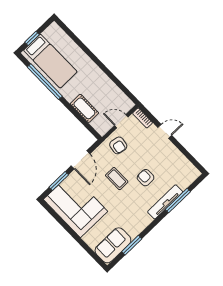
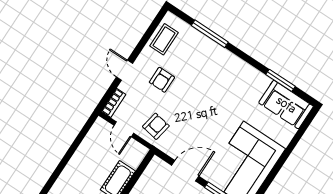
armchair: (146, 178) -> (162, 80), moved
coffee table: (117, 179) -> (164, 39), moved
tv unit: (165, 202) -> (215, 50), removed

